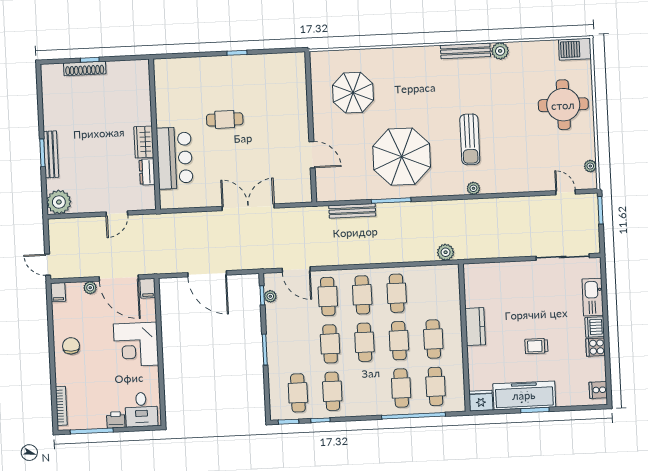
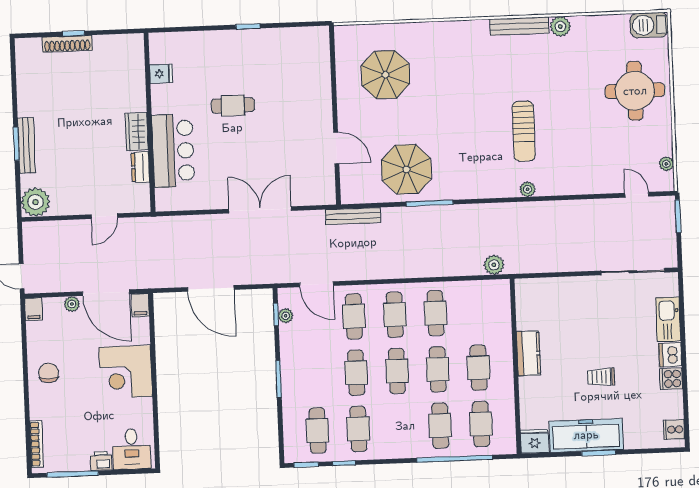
fridge: (164, 93) -> (161, 74), added
parasol: (402, 157) -> (406, 169), moved, width x0.73, depth x0.73
bench: (352, 211) -> (353, 216), moved

